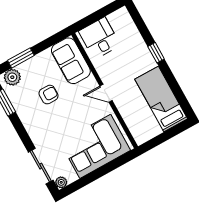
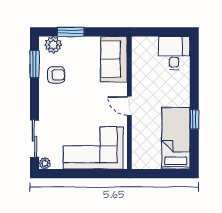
desk: (99, 38) -> (174, 53), moved
window: (156, 53) -> (194, 119), moved
armchair: (48, 95) -> (56, 75), moved

